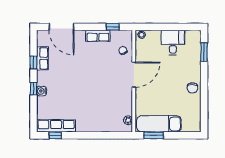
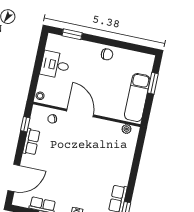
window: (154, 135) -> (153, 83), moved

